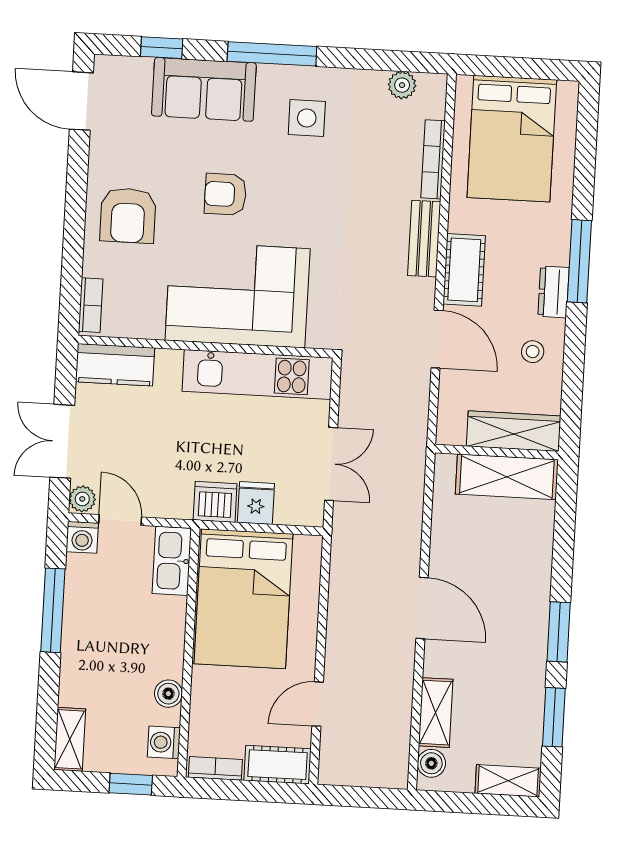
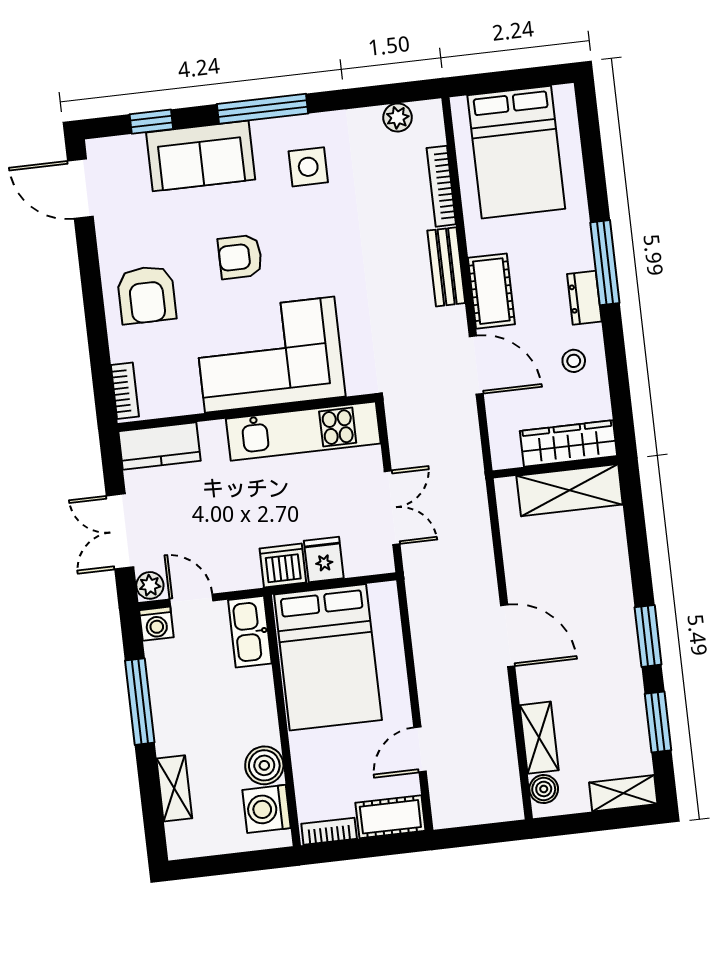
boiler: (168, 694) -> (264, 765), width x1.36, depth x1.36
shelving: (70, 739) -> (174, 788), moved
washing machine: (164, 742) -> (267, 809), width x1.38, depth x1.38
window: (131, 784) -> (247, 862), removed

